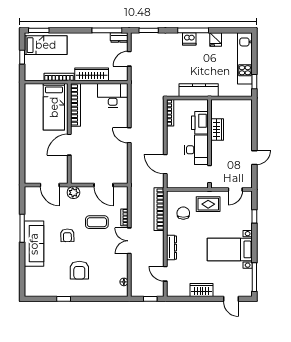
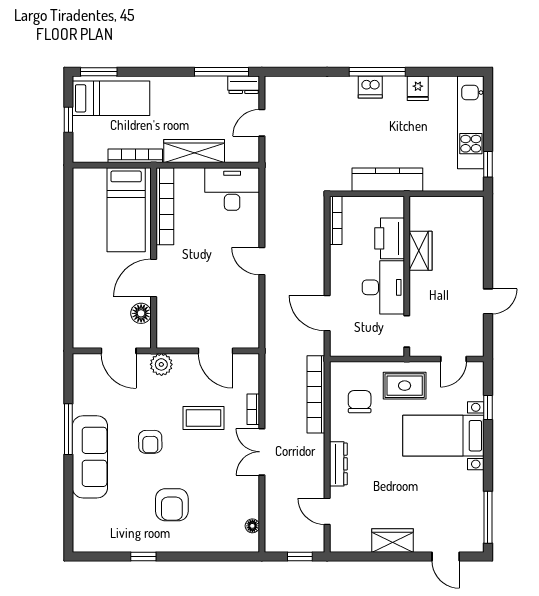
window: (149, 30) -> (297, 72), removed
floor lamp: (62, 164) -> (141, 313), added
bed with nightstands: (230, 249) -> (443, 436), moved

